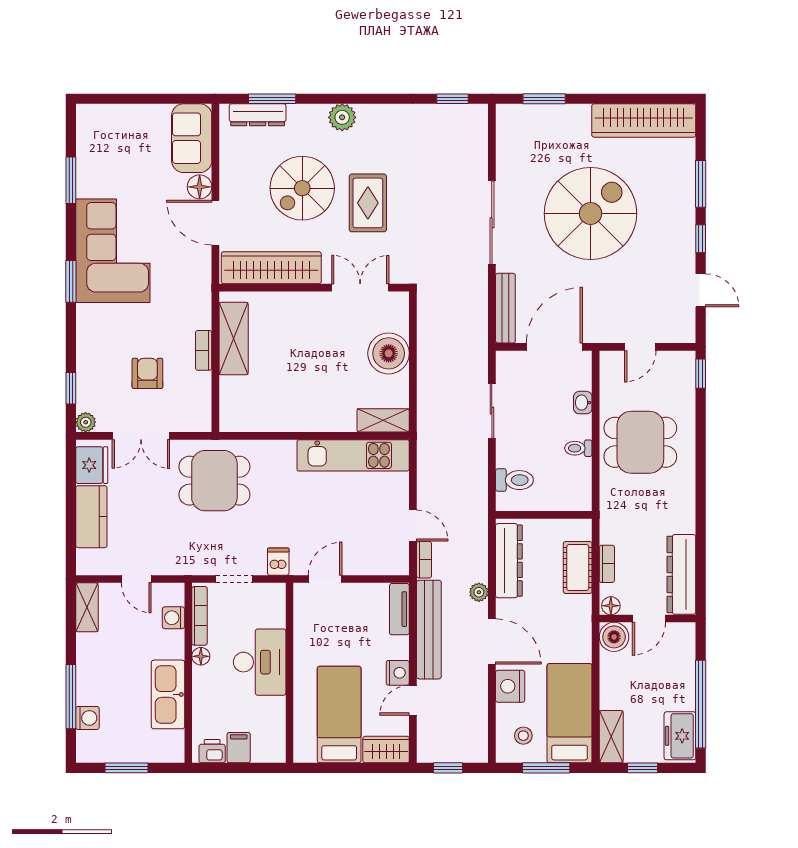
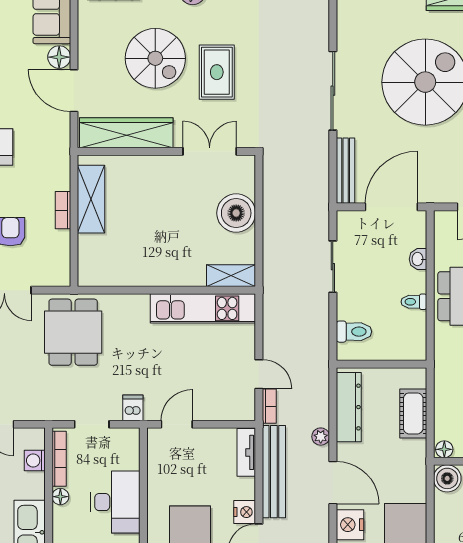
spiral stairs: (302, 188) -> (155, 58), turned -90
dining table: (214, 481) -> (73, 332), turned 90
bookcase: (607, 564) -> (441, 410), removed

